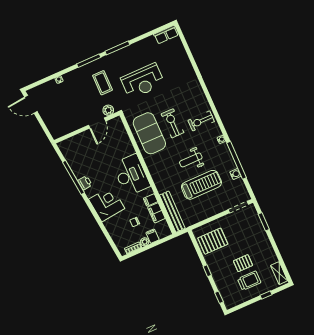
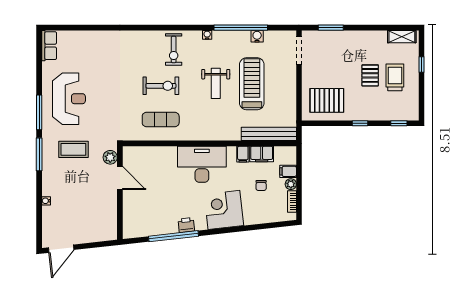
reception desk: (143, 81) -> (69, 99), moved
exercise bike: (173, 123) -> (161, 86), turned 180
exercise mat: (149, 133) -> (161, 120), width x0.50, depth x0.69
pallet: (213, 241) -> (327, 100), turned 90

